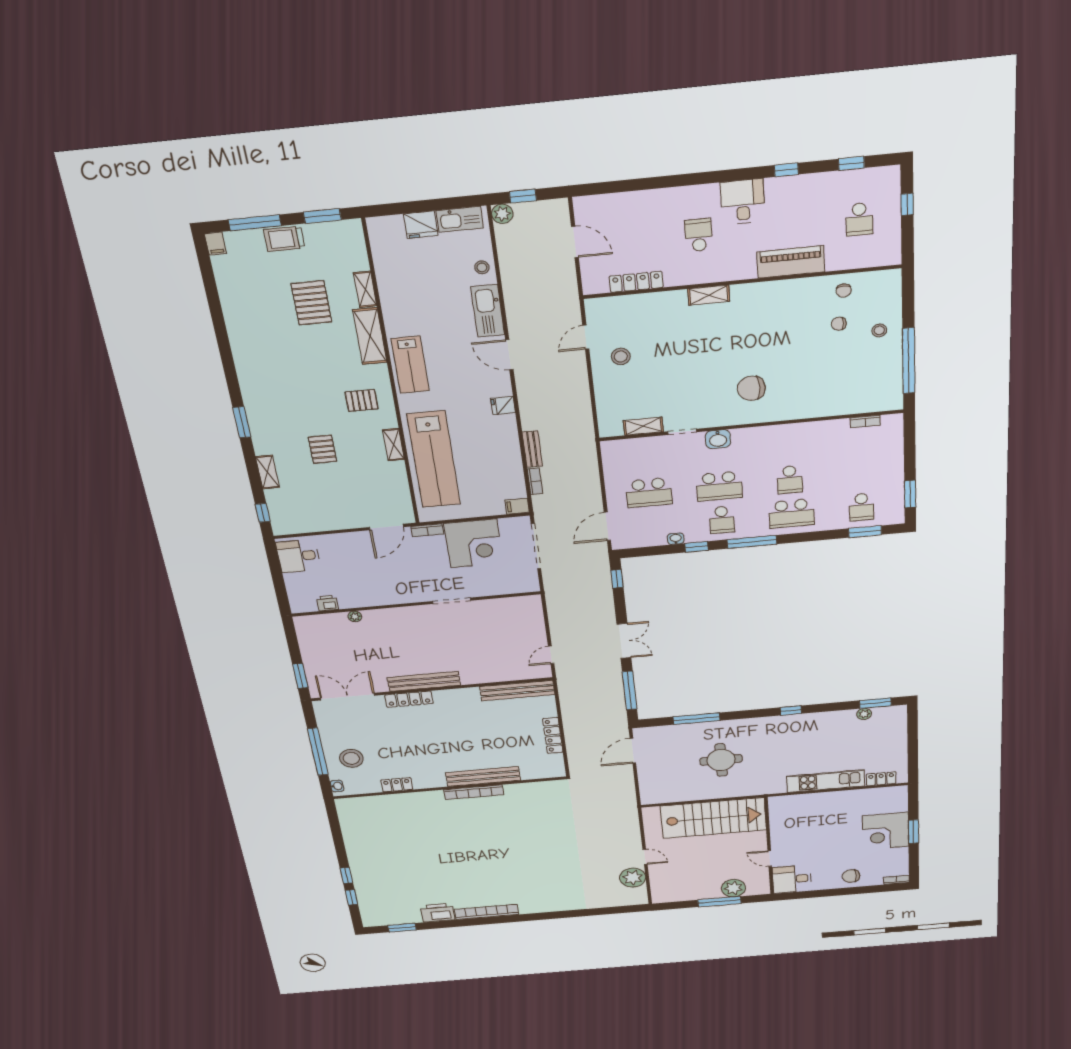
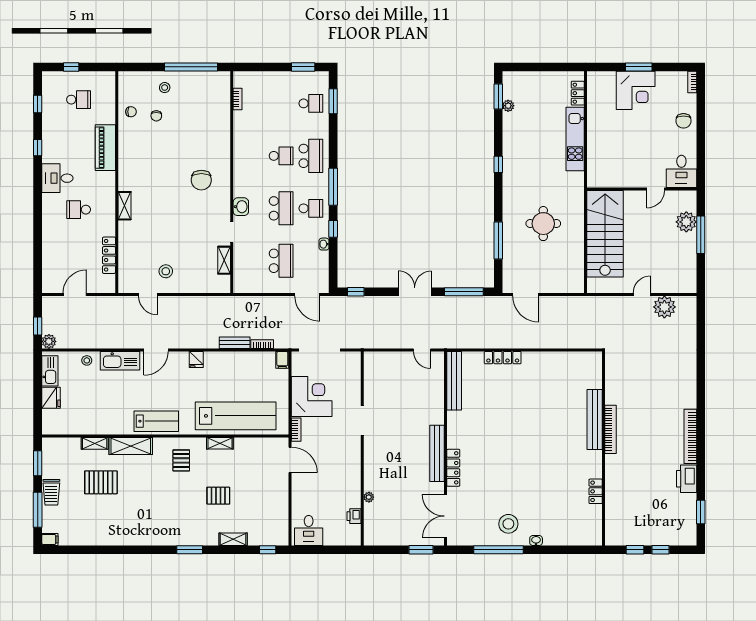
bench: (483, 777) -> (595, 419), moved
locker: (397, 785) -> (596, 491), moved
wall: (450, 788) -> (604, 448), moved
bookcase: (474, 792) -> (610, 429), moved

